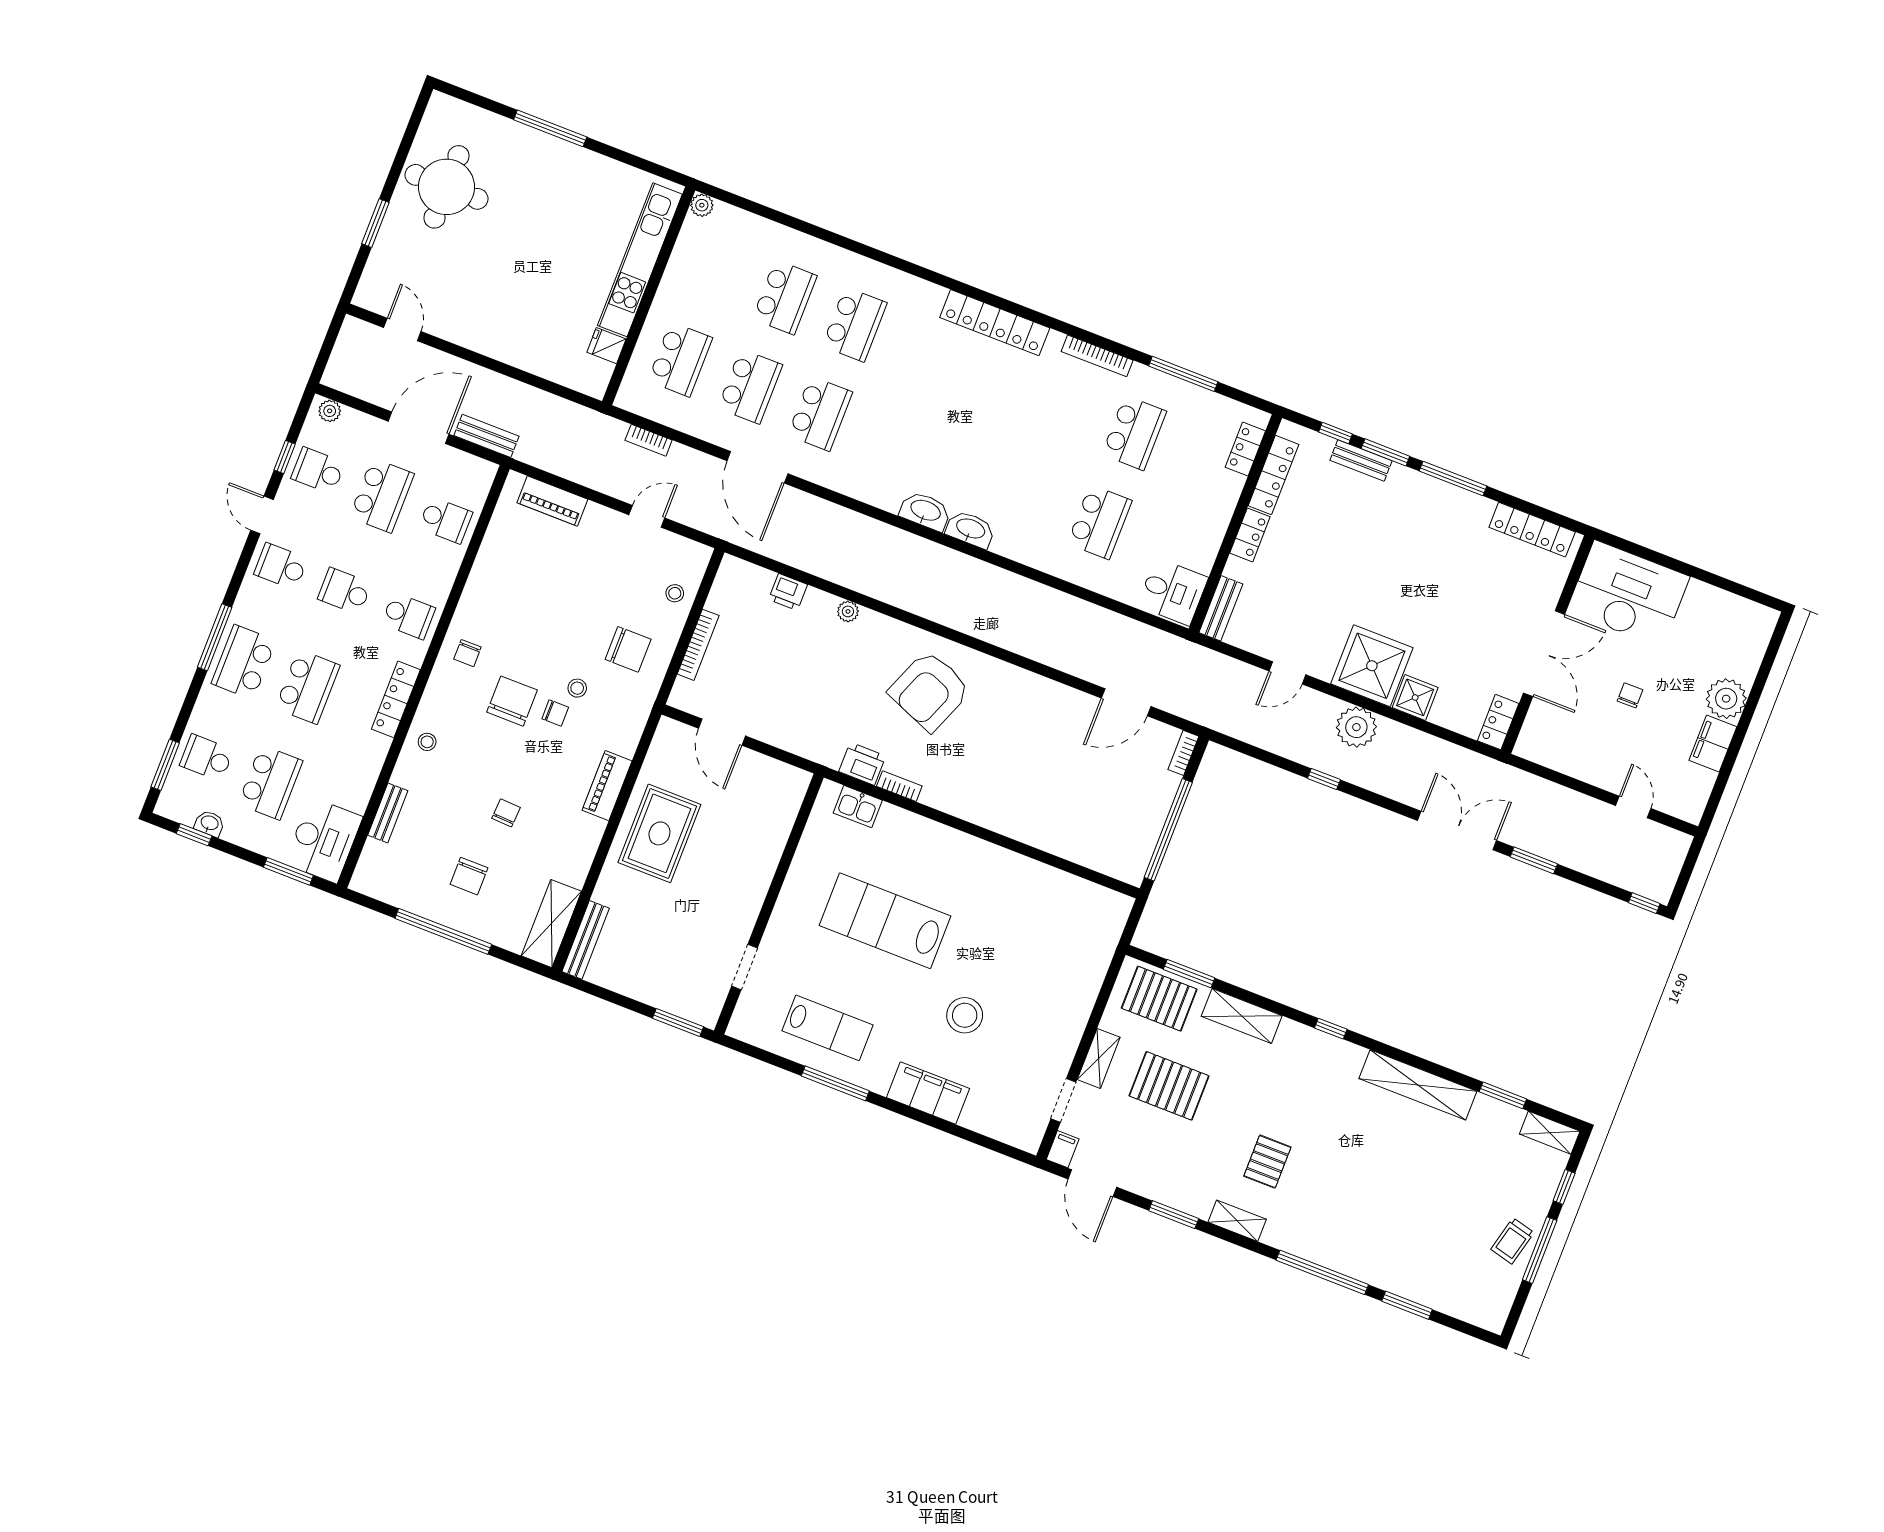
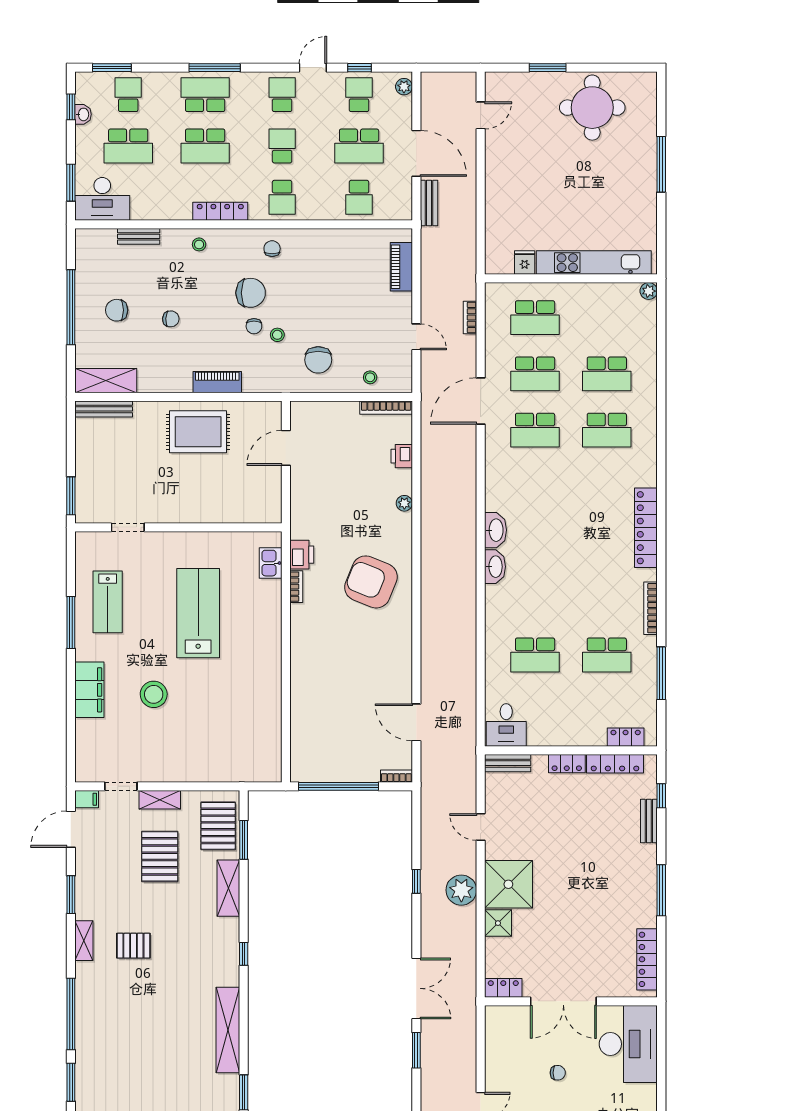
window: (1385, 452) -> (661, 836), removed
bookcase: (698, 645) -> (386, 408), moved
chair: (467, 653) -> (272, 249), turned 90

